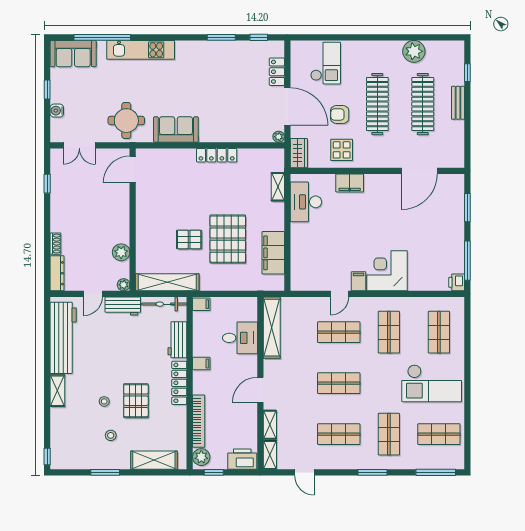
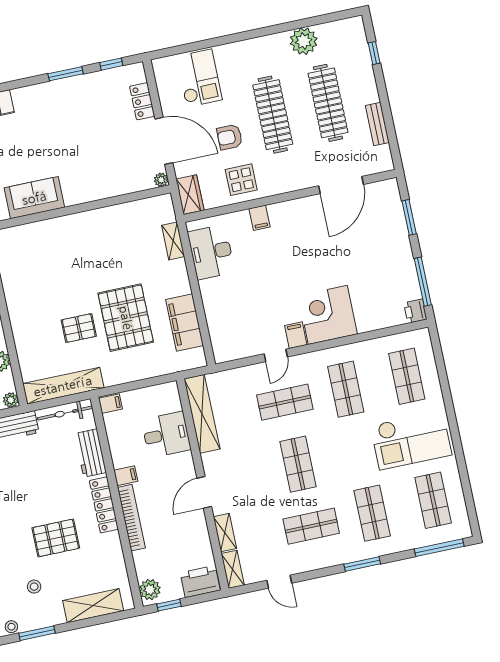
bench: (458, 103) -> (377, 124), moved
locker: (217, 155) -> (90, 218), removed
filing cabinet: (350, 183) -> (260, 218), width x0.50
shop shelf: (339, 383) -> (298, 464), turned 90
stool: (104, 401) -> (11, 627), moved
pallet: (136, 401) -> (56, 538), turned 90
bookcase: (199, 421) -> (131, 518), moved
shop shelf: (439, 434) -> (433, 500), turned 90

